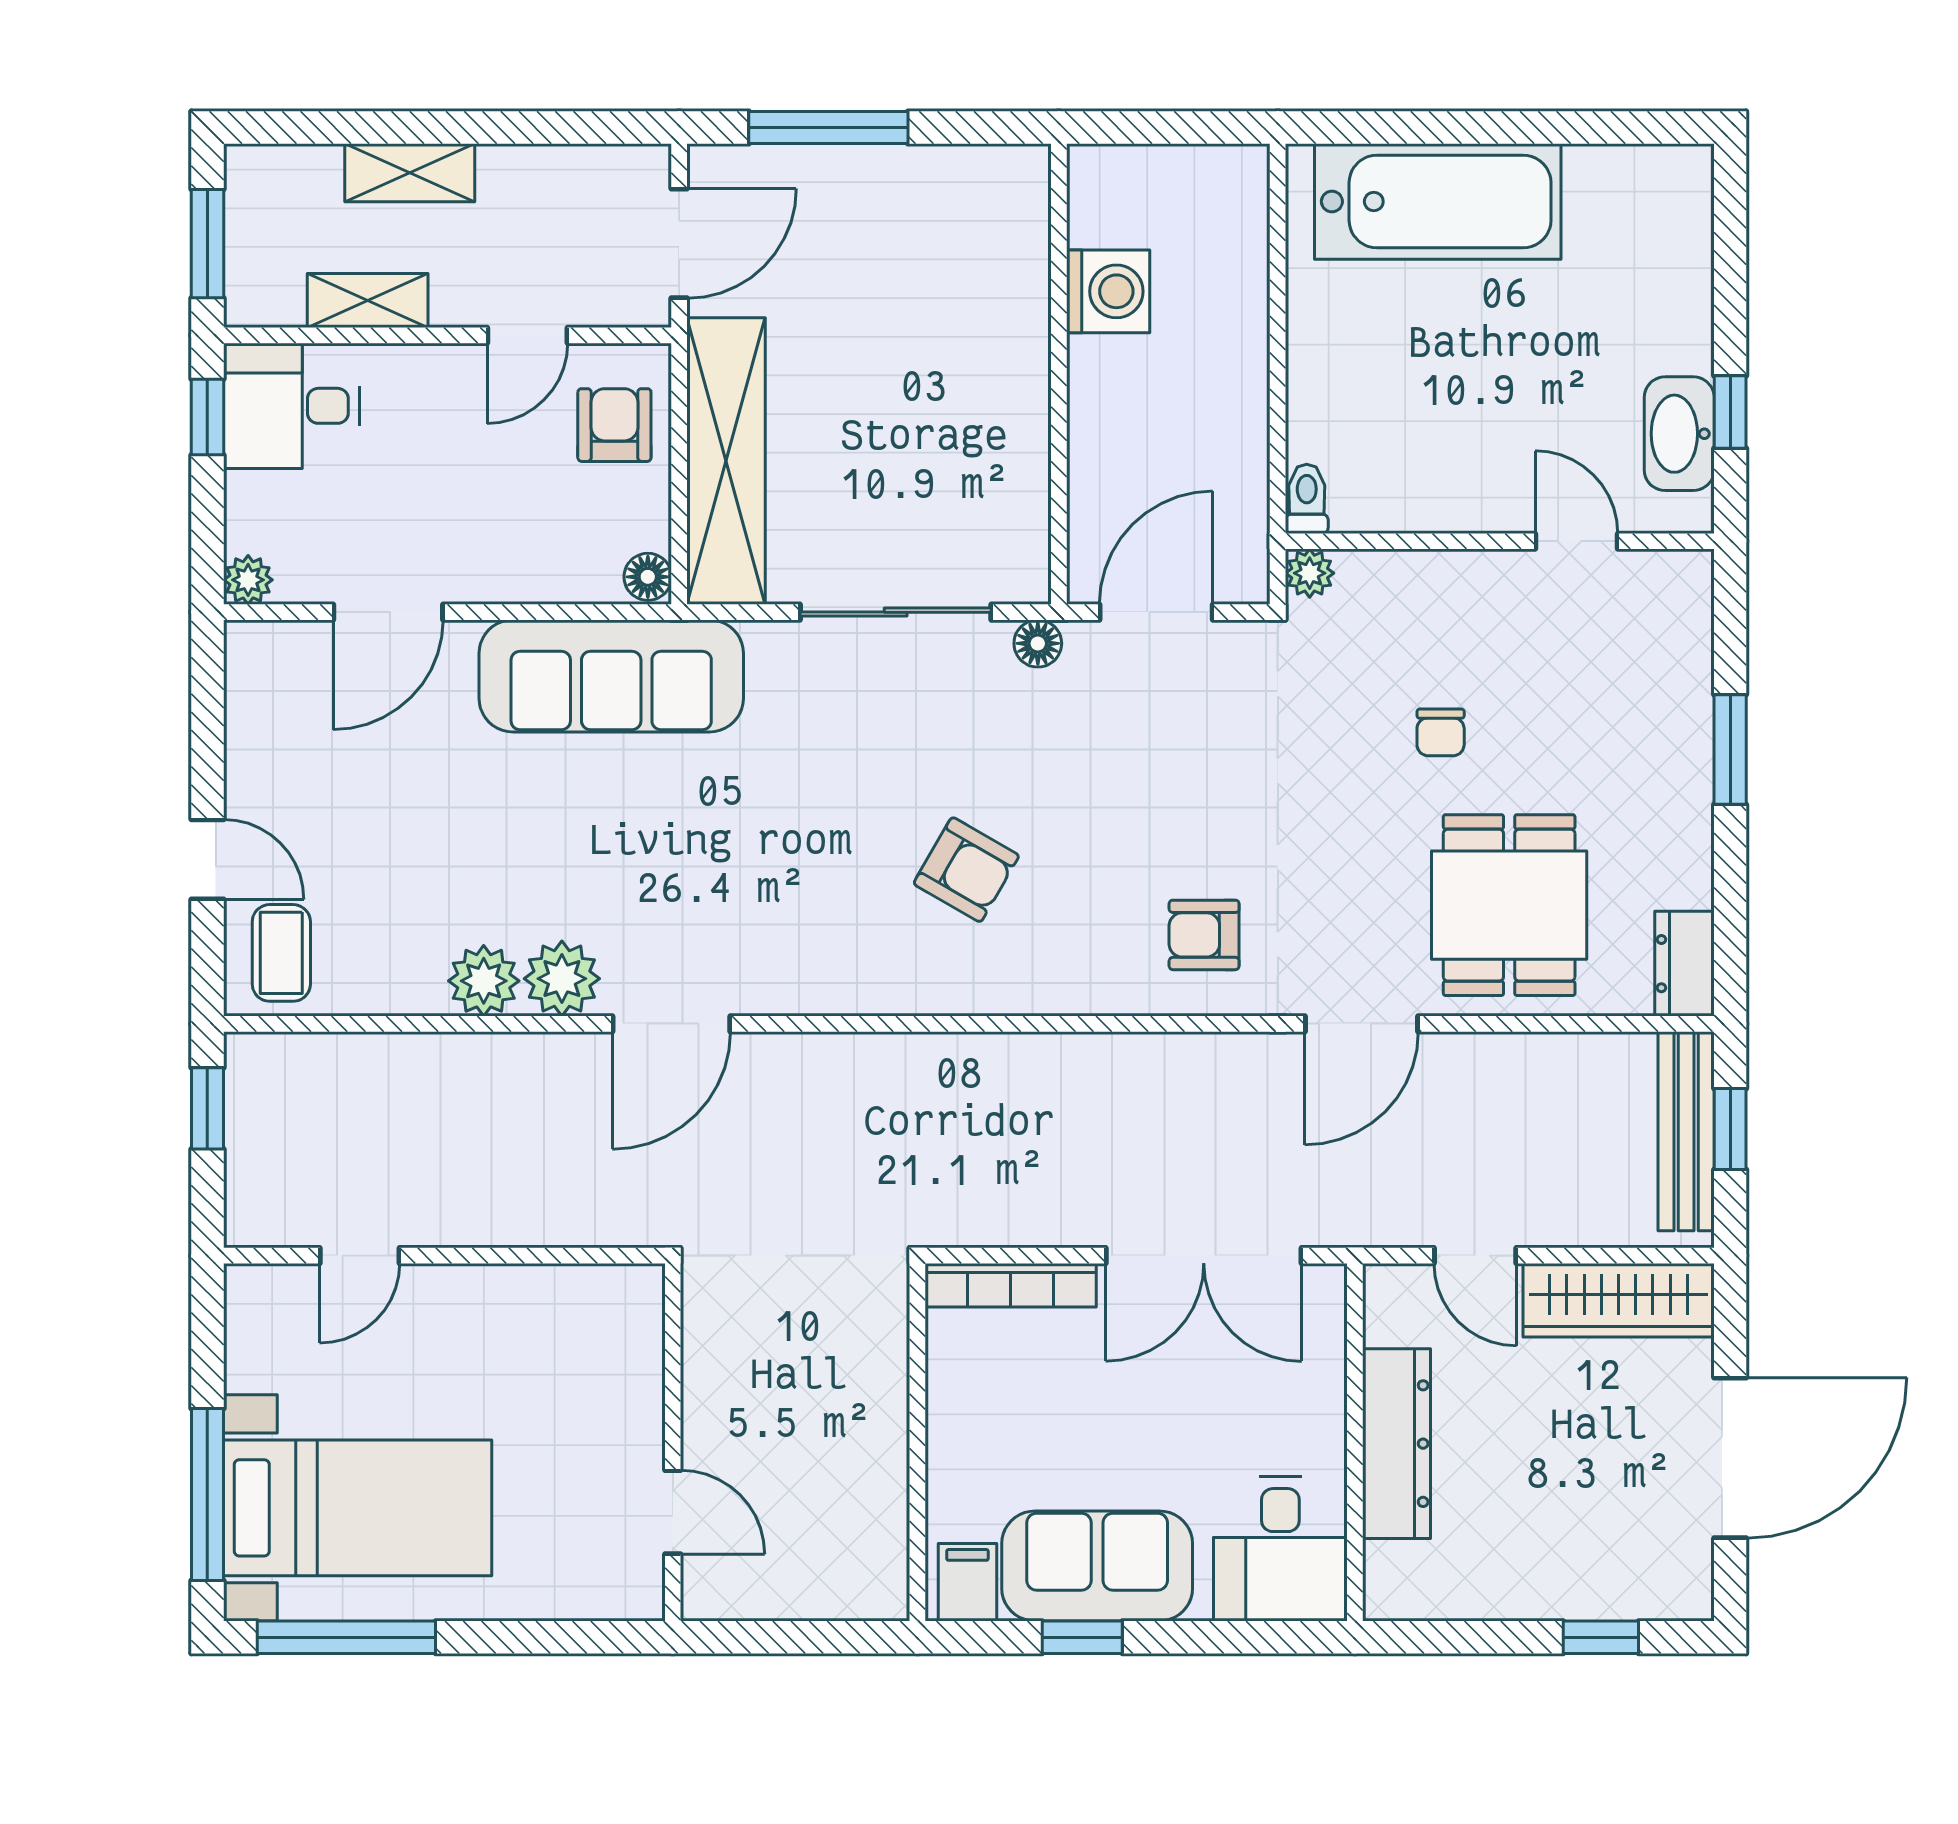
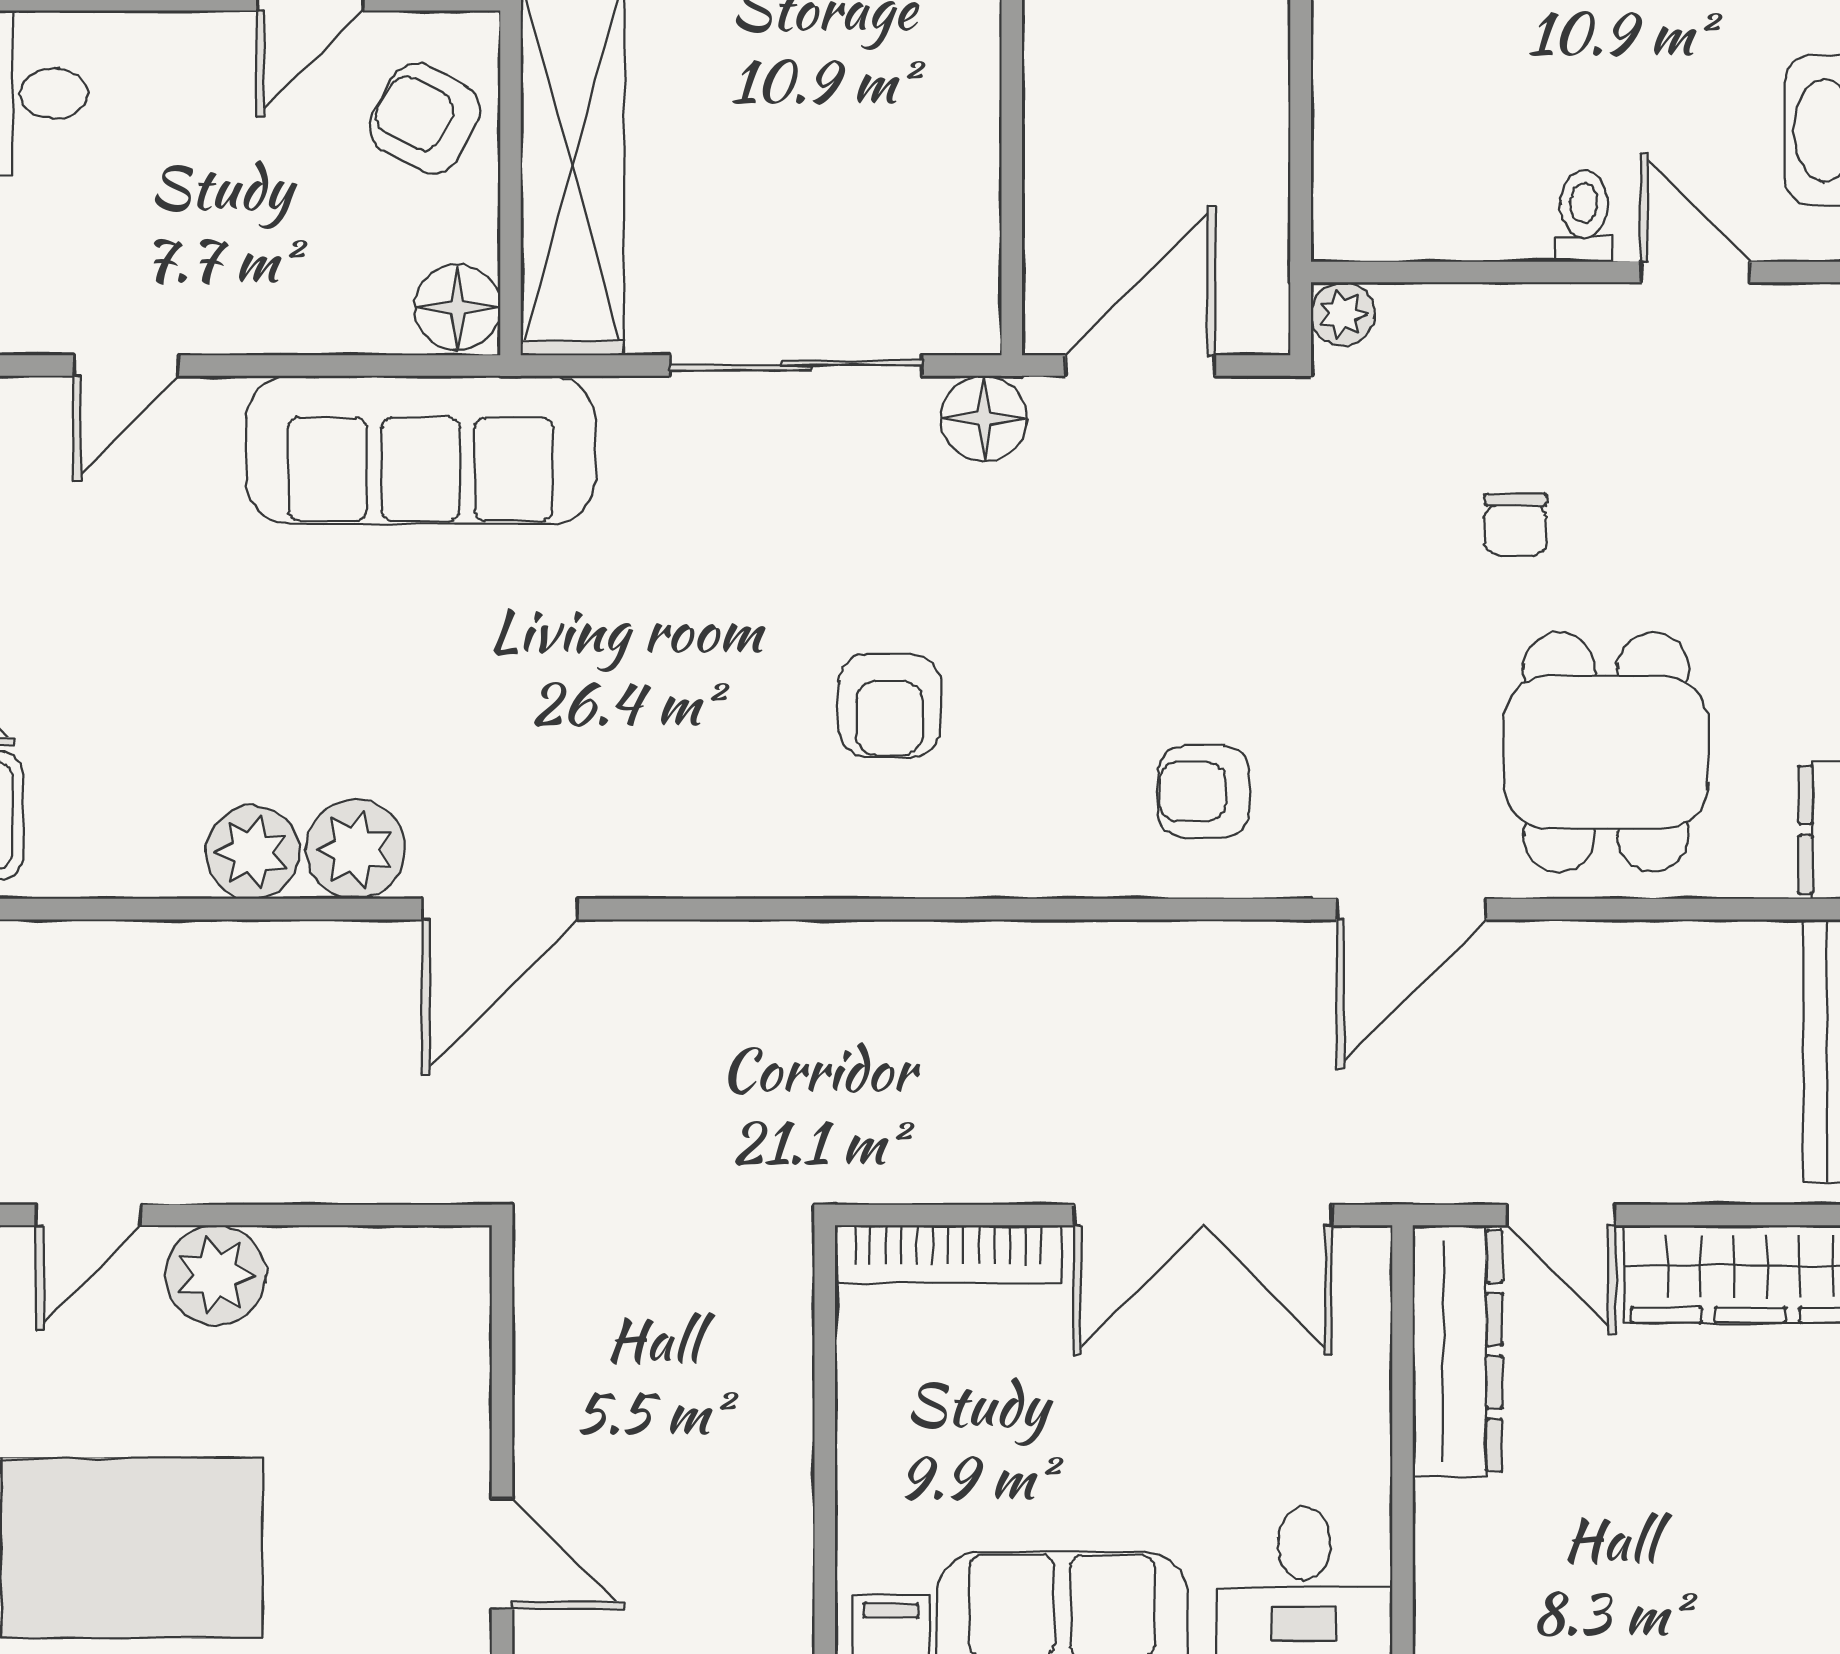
armchair: (614, 425) -> (425, 119), turned -62
toilet: (1307, 499) -> (1584, 216), moved
floor lamp: (648, 577) -> (457, 307), width x1.37, depth x1.37
door: (388, 612) -> (126, 365), width x0.73
floor lamp: (1038, 643) -> (984, 419), width x1.37, depth x1.37
armchair: (966, 870) -> (889, 706), turned 60
plant: (456, 1301) -> (216, 1275), added
dresser: (1397, 1444) -> (1457, 1351), moved

